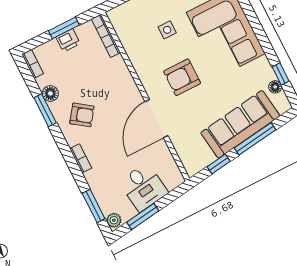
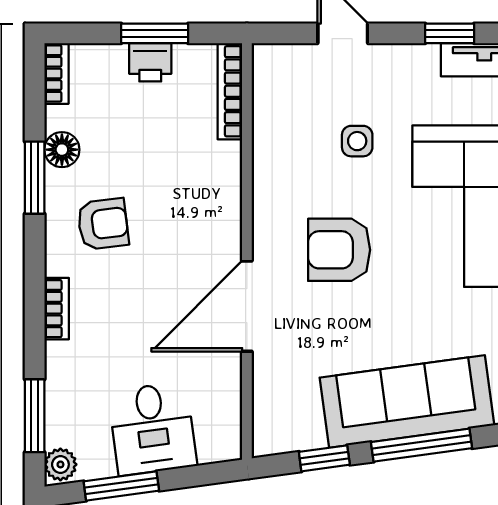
armchair: (82, 115) -> (103, 224), turned -43

